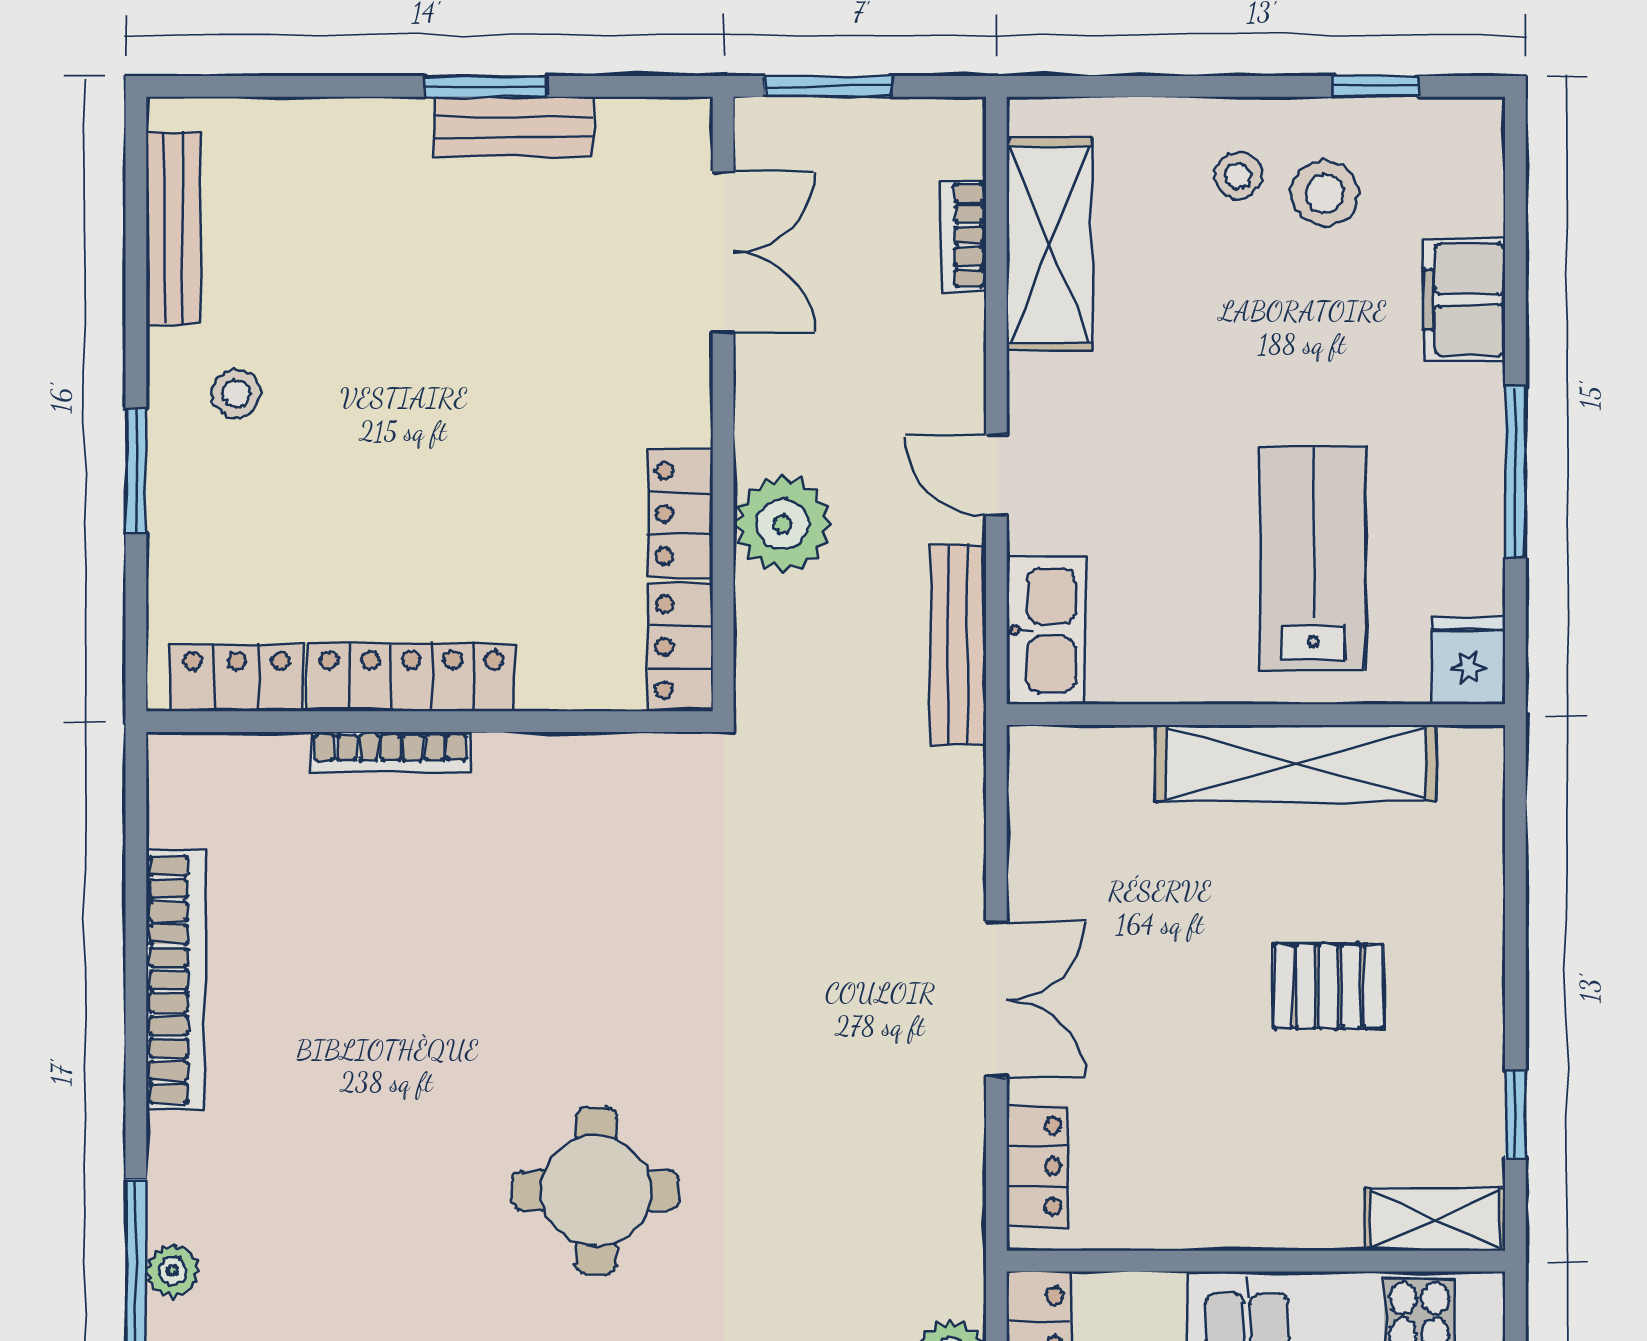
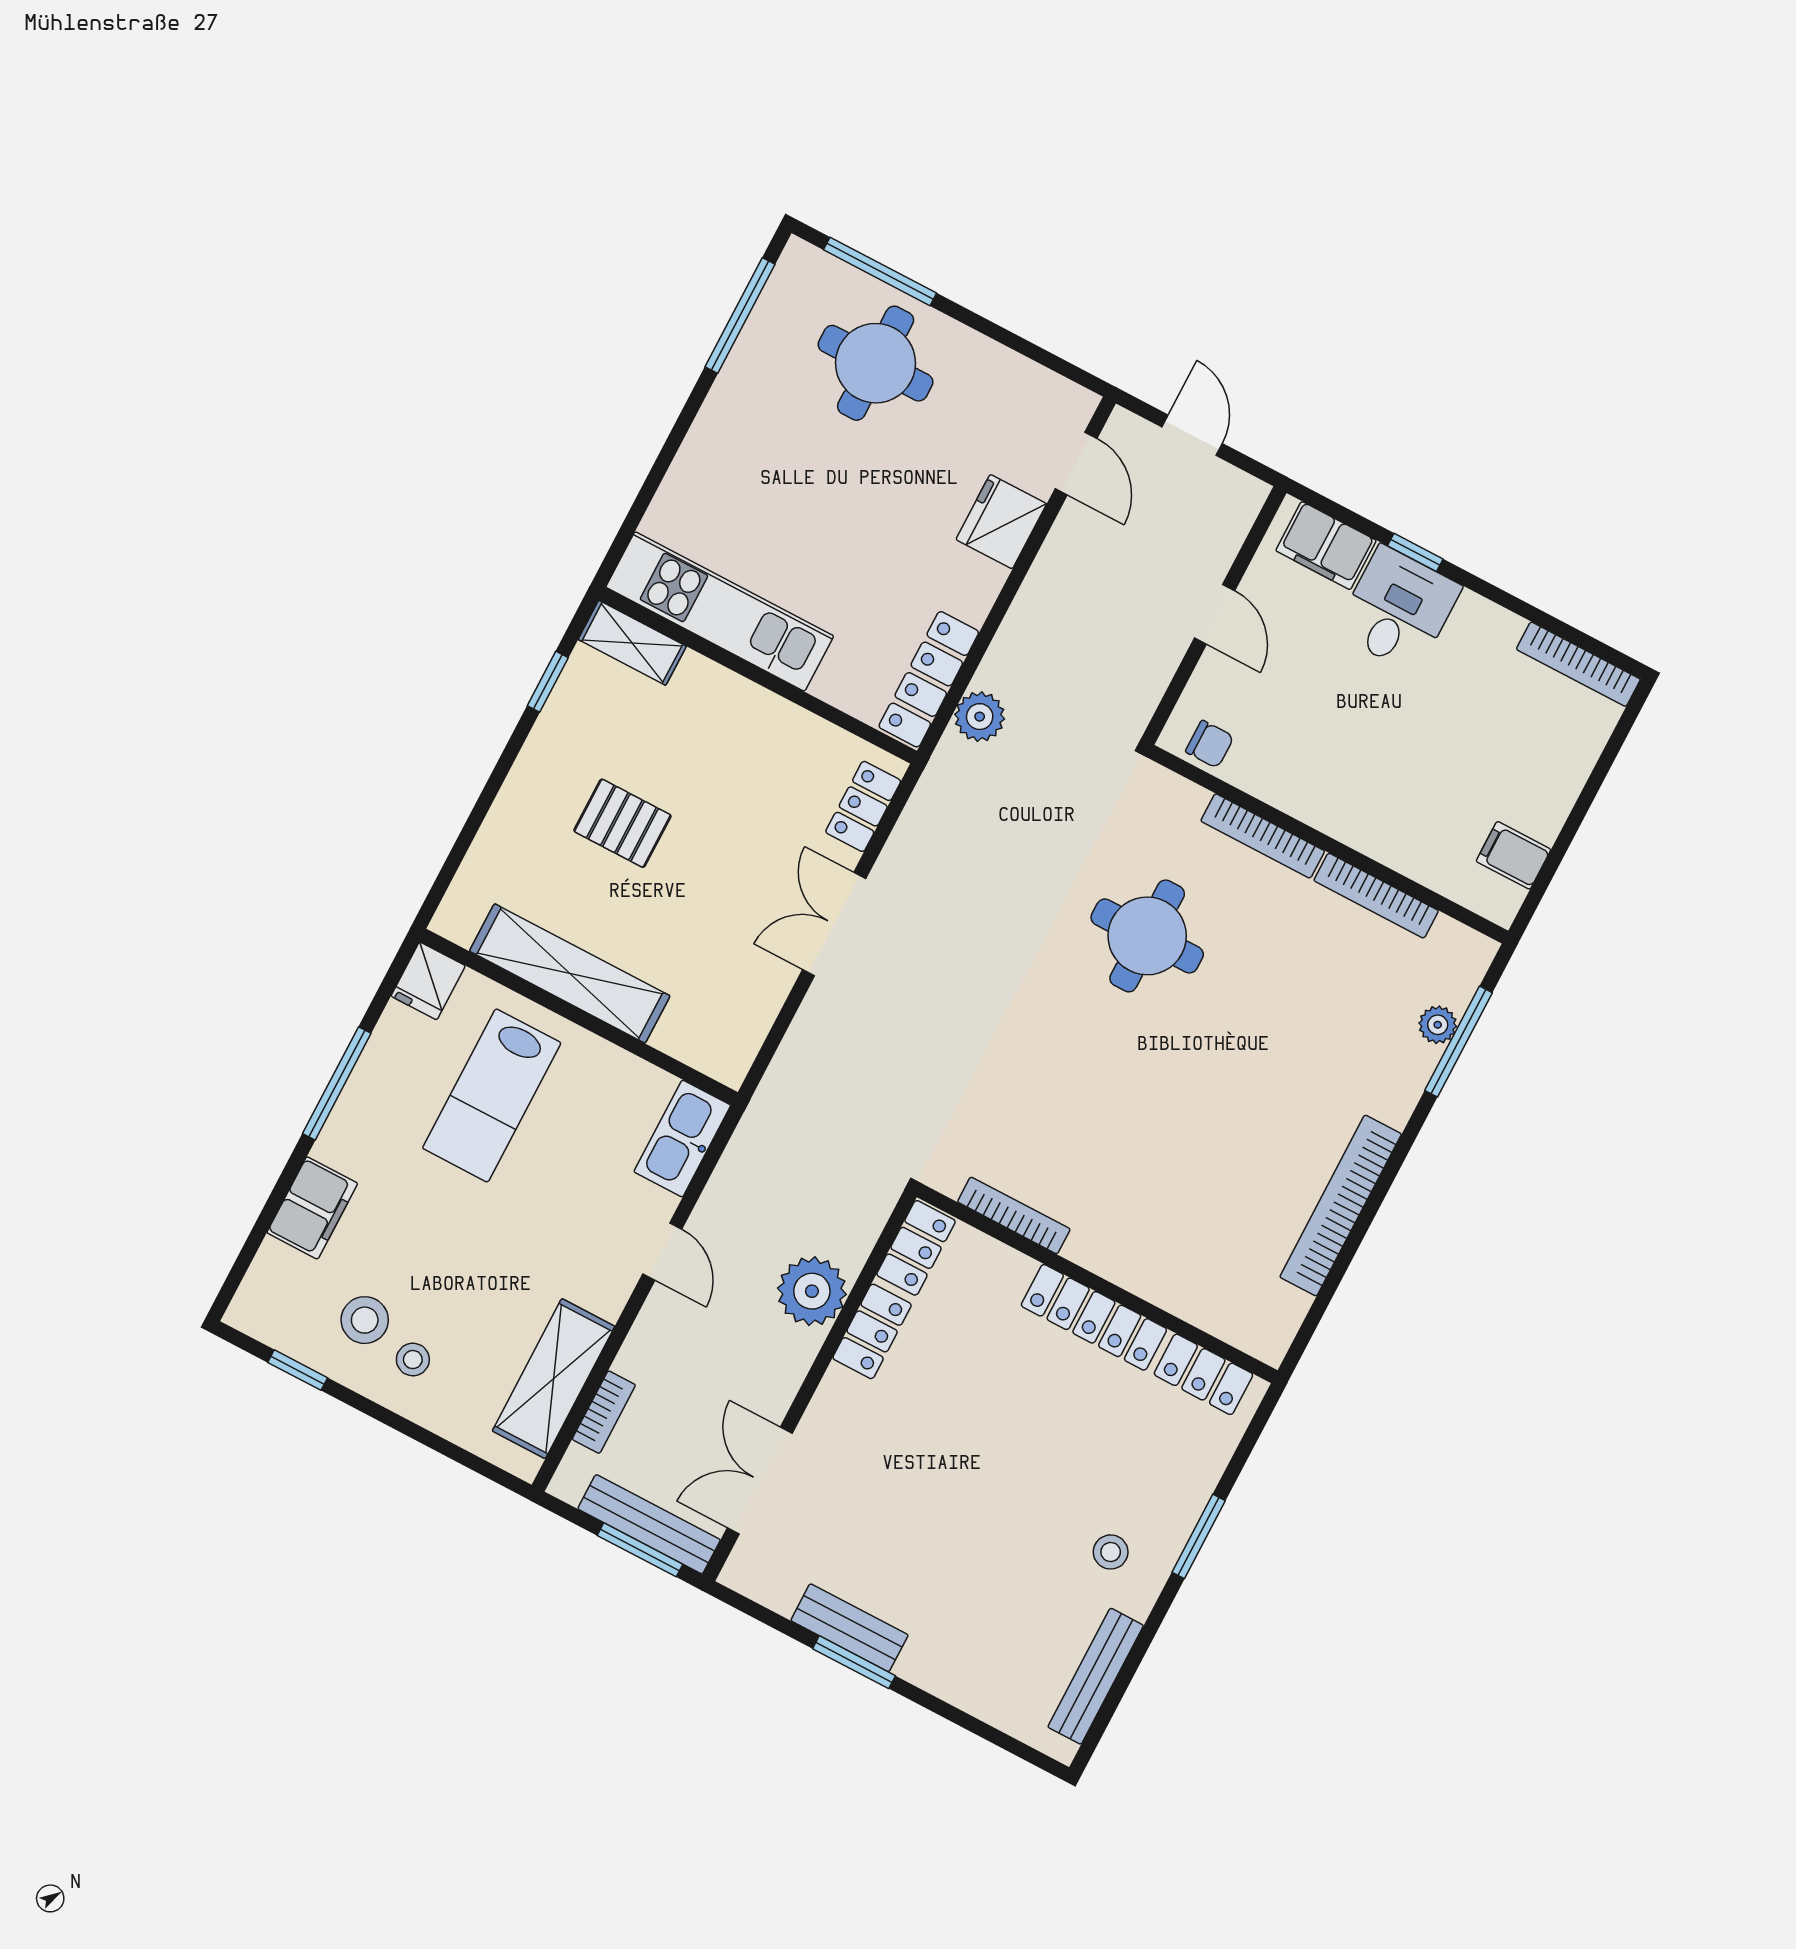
bench: (958, 645) -> (649, 1524), moved, turned 90
bookcase: (391, 752) -> (1014, 1215), moved

